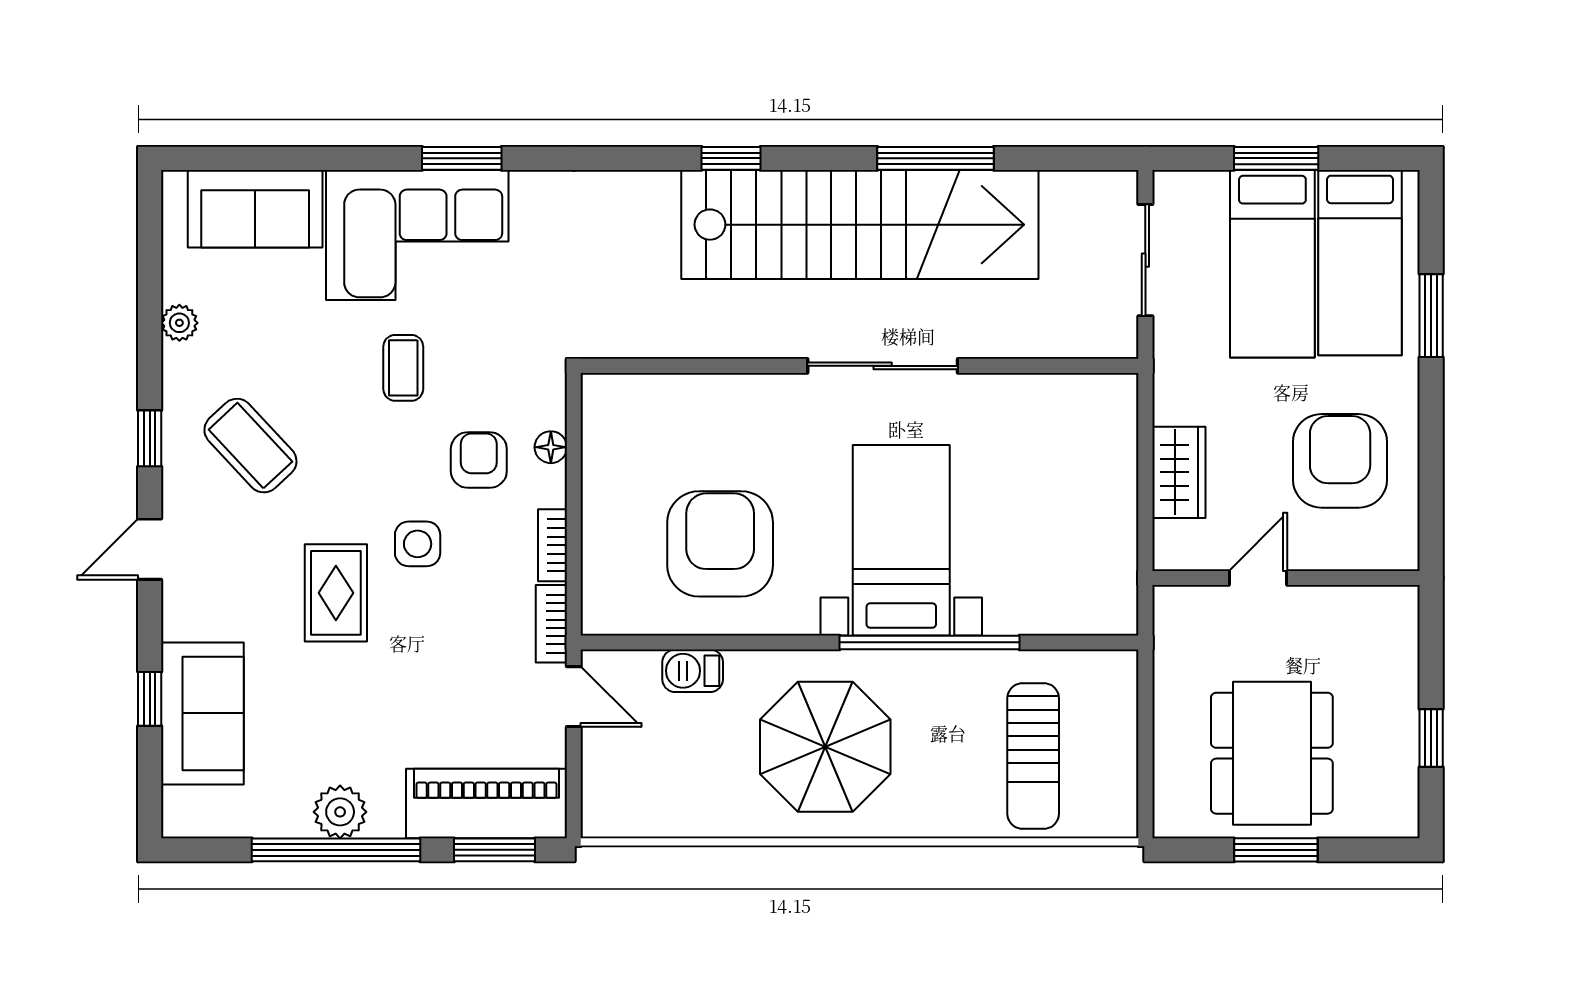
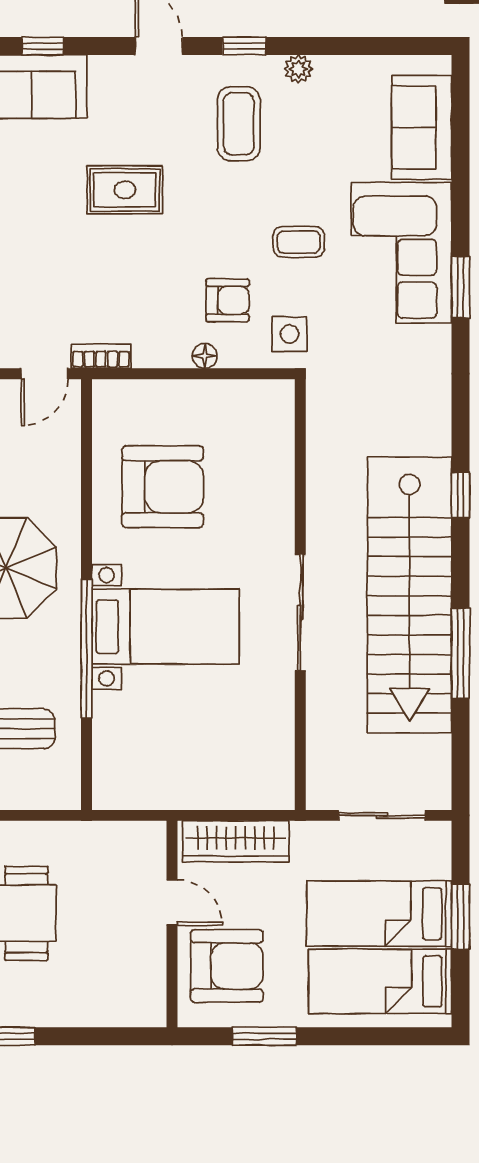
window: (1431, 316) -> (265, 1036), moved
plant: (179, 323) -> (298, 69), moved
coffee table: (250, 446) -> (239, 124), turned -47
floor lamp: (551, 447) -> (205, 356), moved
wardrobe: (1179, 472) -> (236, 841), width x1.50
side table: (418, 544) -> (290, 334), moved
bookcase: (552, 545) -> (162, 357), removed
door: (1258, 578) -> (172, 902), moved
wall: (1286, 578) -> (172, 924), moved
barbecue: (693, 671) -> (65, 466), removed

